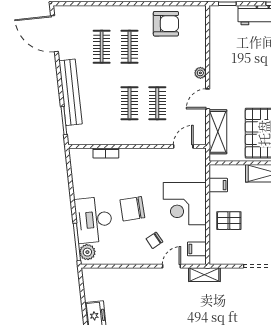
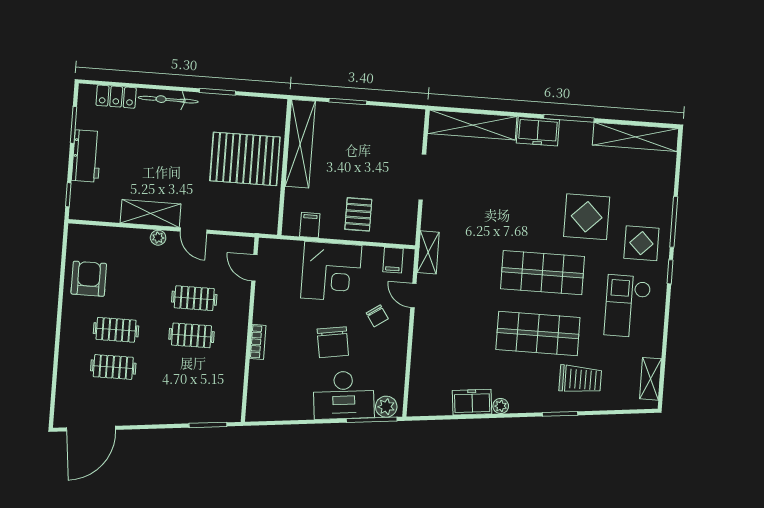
bench: (71, 92) -> (171, 413), removed
shelving: (218, 132) -> (151, 213), moved
bookcase: (106, 153) -> (258, 342), moved

